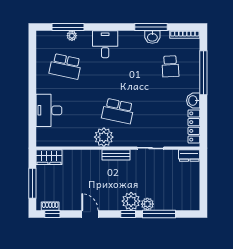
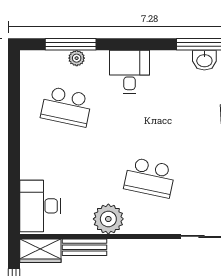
desk: (49, 110) -> (40, 206), moved
plant: (104, 137) -> (108, 219), moved
bench: (116, 155) -> (85, 247), moved

